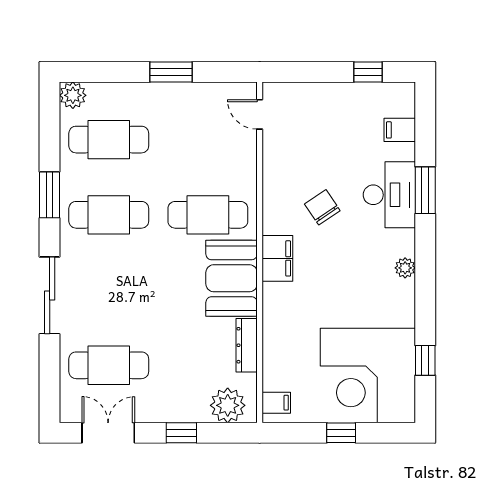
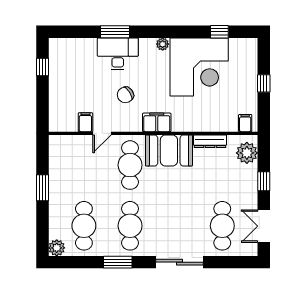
door: (260, 114) -> (102, 133), moved
filing cabinet: (400, 130) -> (85, 122), moved, turned 180
corner desk: (368, 376) -> (199, 67), moved

